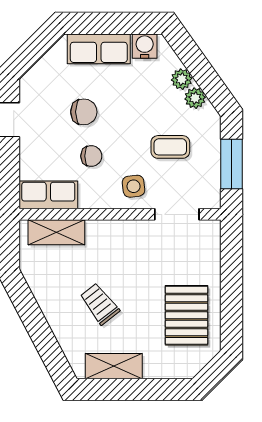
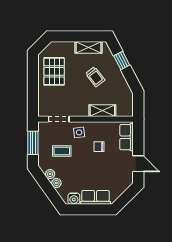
chair: (84, 112) -> (103, 168), removed
row of seats: (48, 195) -> (127, 137), moved, turned 90
shelving: (56, 232) -> (102, 111), moved
window: (43, 339) -> (122, 60), added

